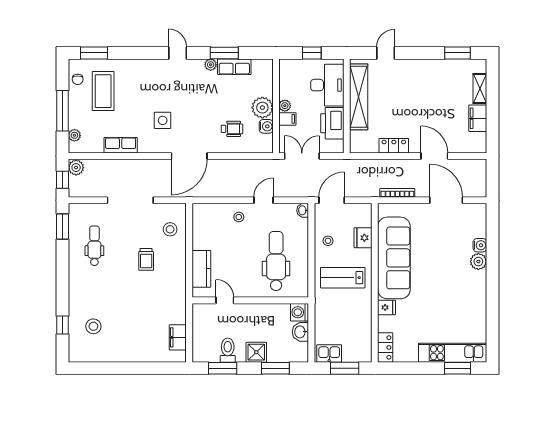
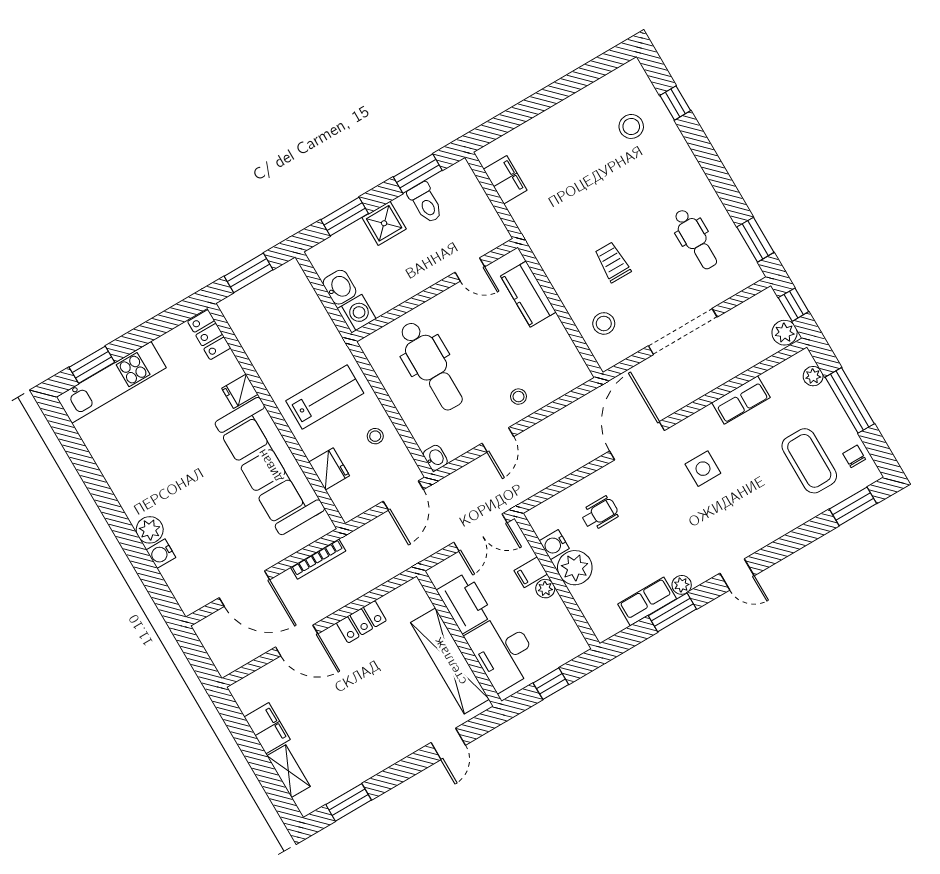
wheelchair: (232, 129) -> (600, 513), turned 180
kitchen sink: (329, 353) -> (282, 281), removed

